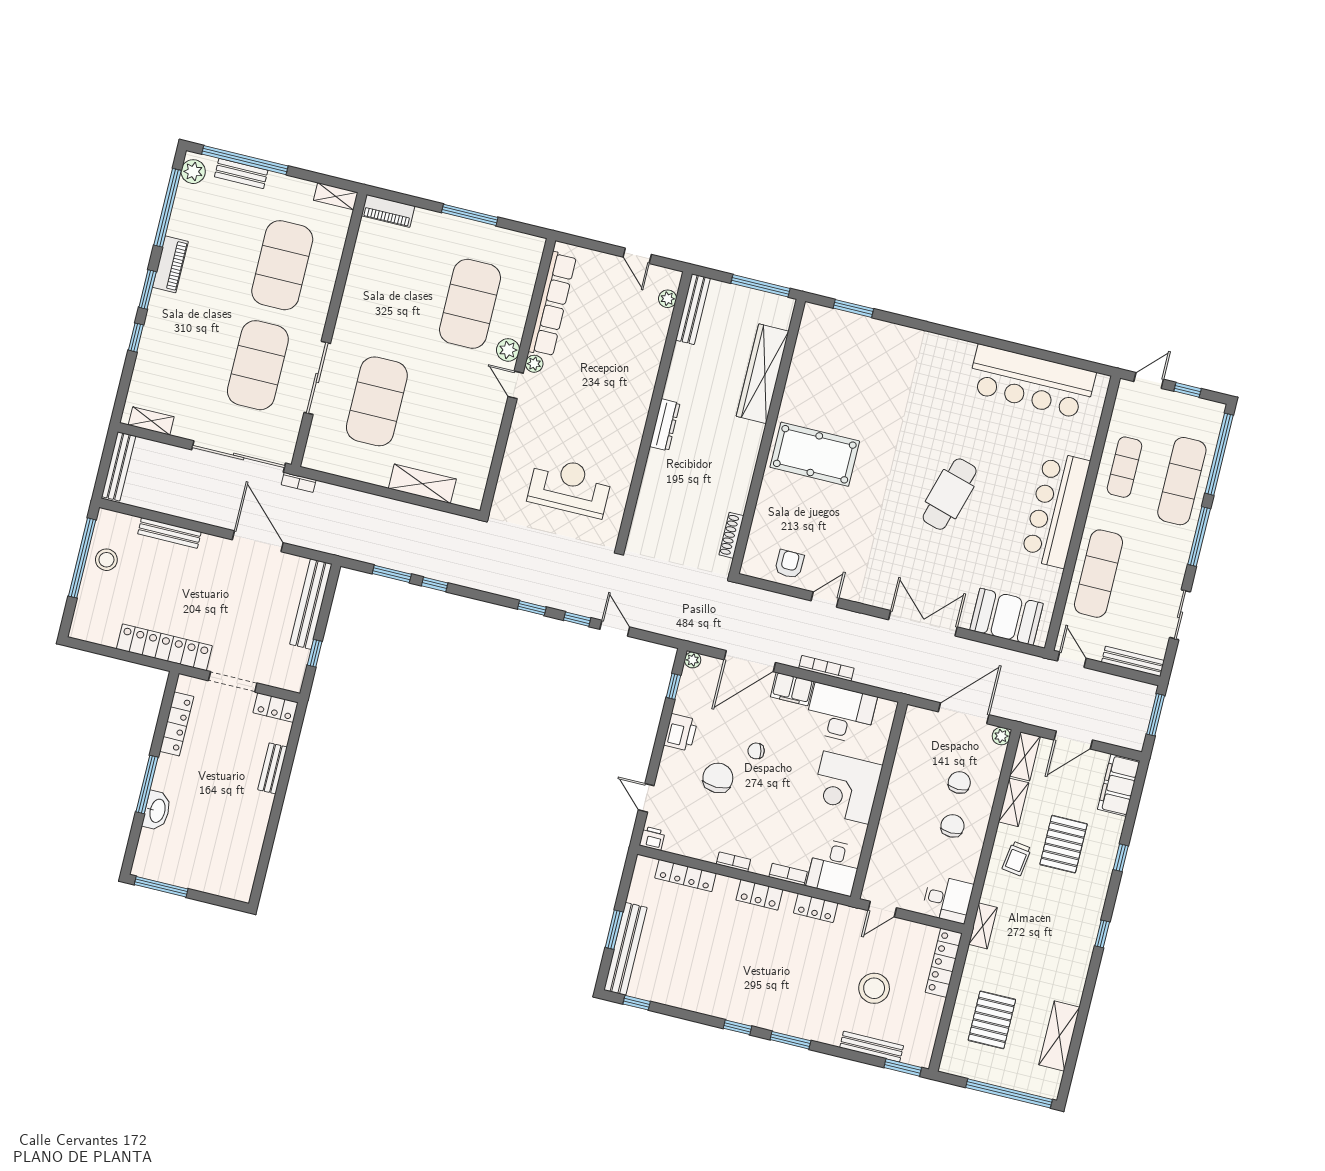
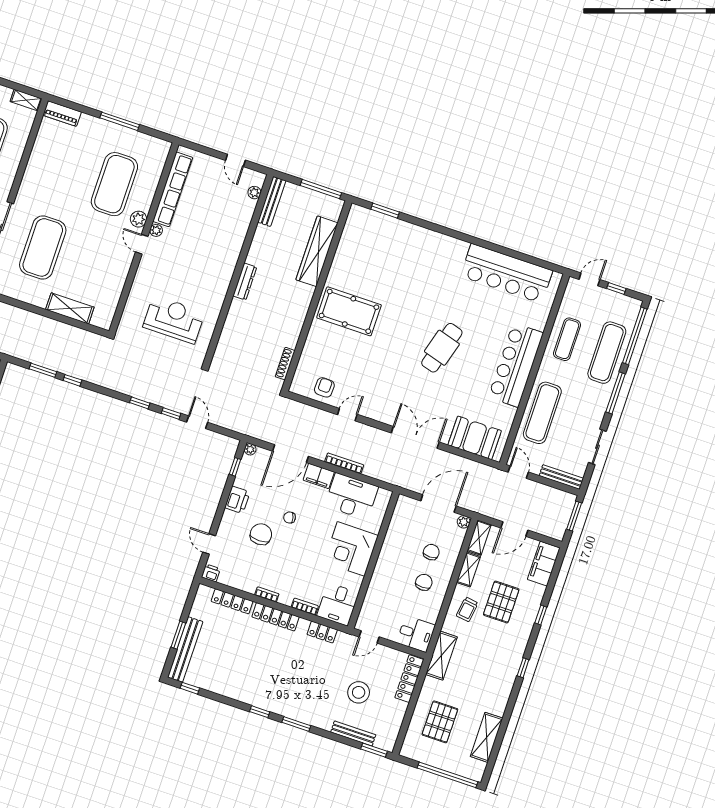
locker: (759, 895) -> (276, 617), width x1.53
shelving: (983, 926) -> (441, 656), width x1.50, depth x1.33

